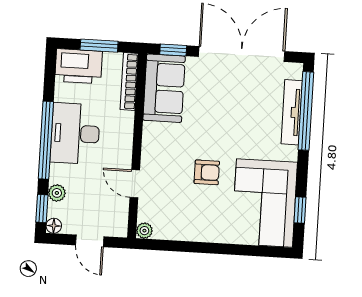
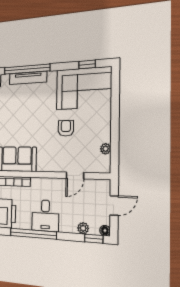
desk: (75, 133) -> (45, 216), width x0.73
window: (46, 140) -> (33, 234), moved
plant: (144, 231) -> (106, 149), moved

